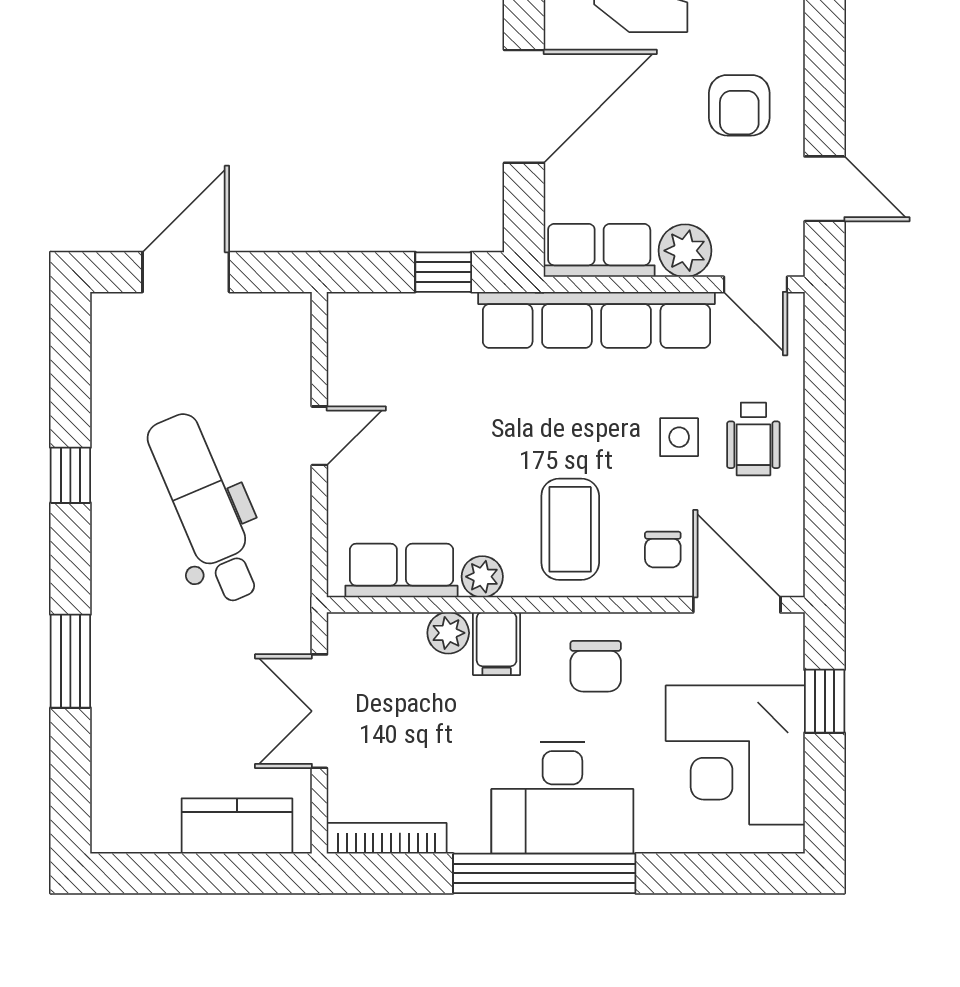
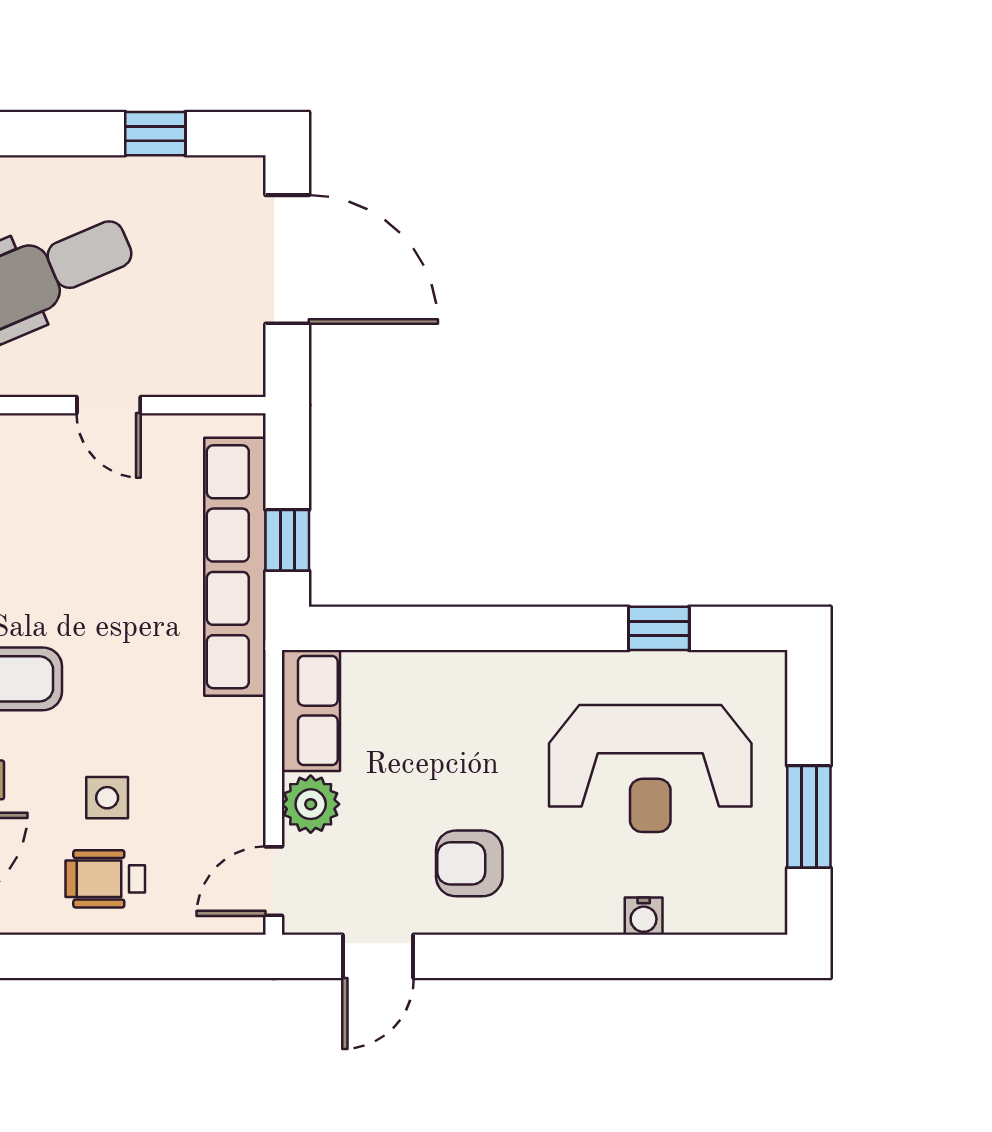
door: (524, 106) -> (468, 628), removed
door: (186, 272) -> (287, 259), width x1.36
row of seats: (596, 320) -> (235, 567), moved
window: (70, 475) -> (155, 134), moved

